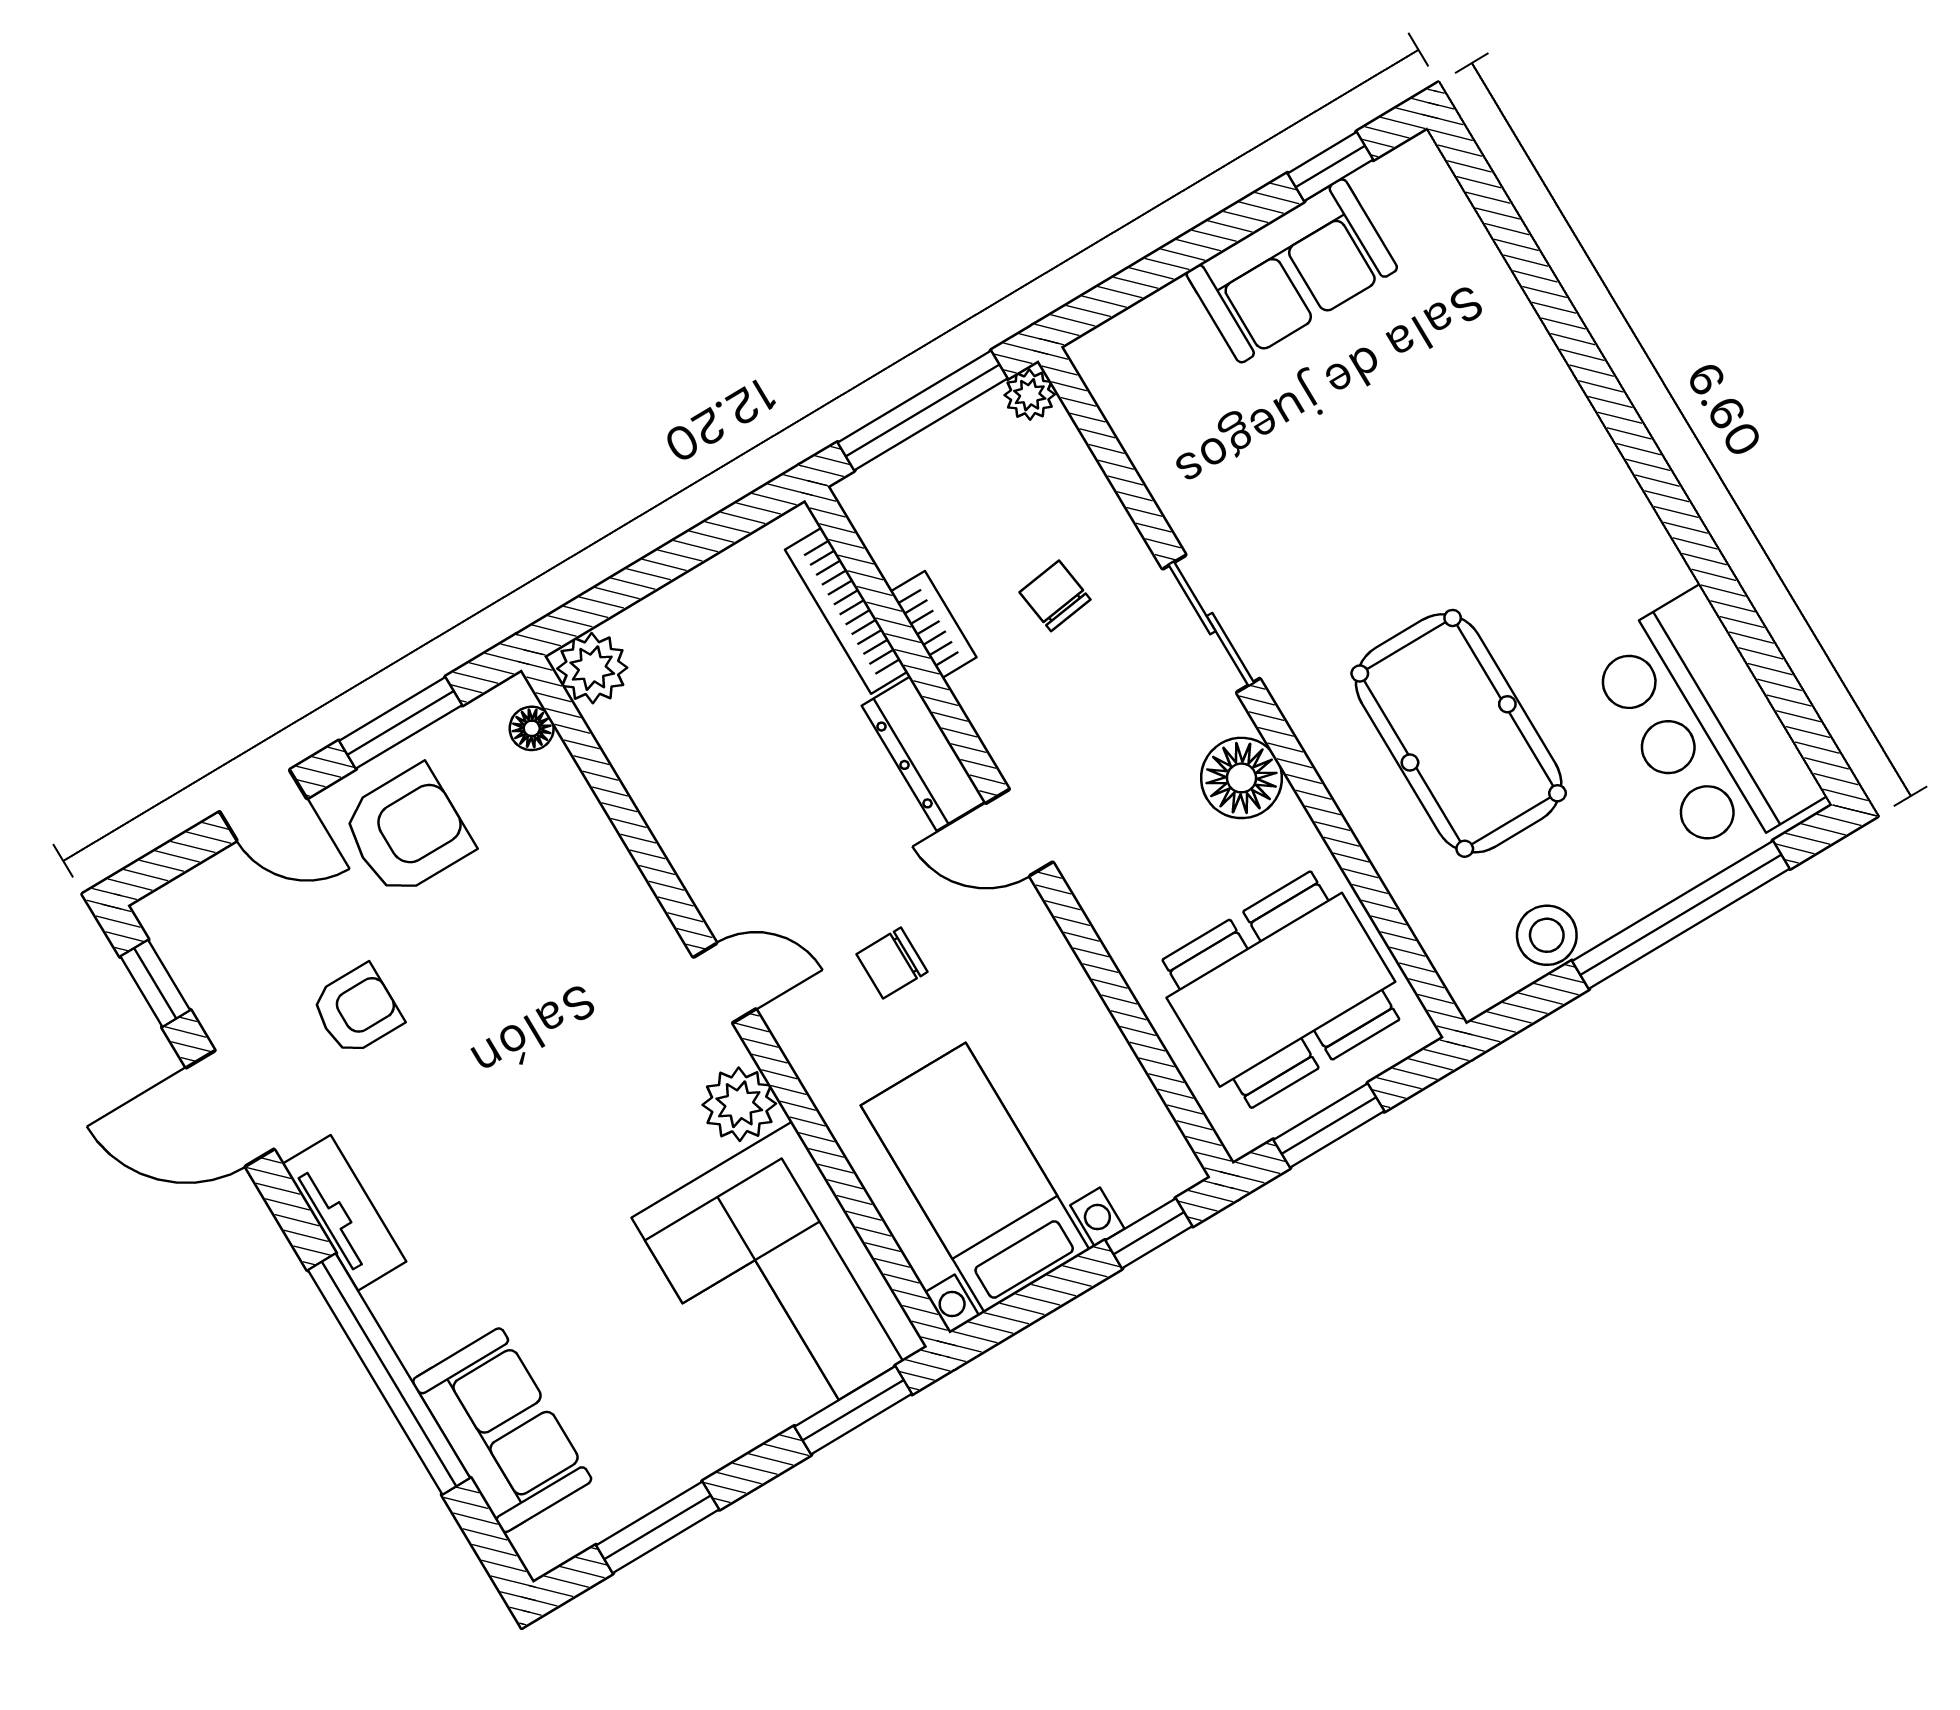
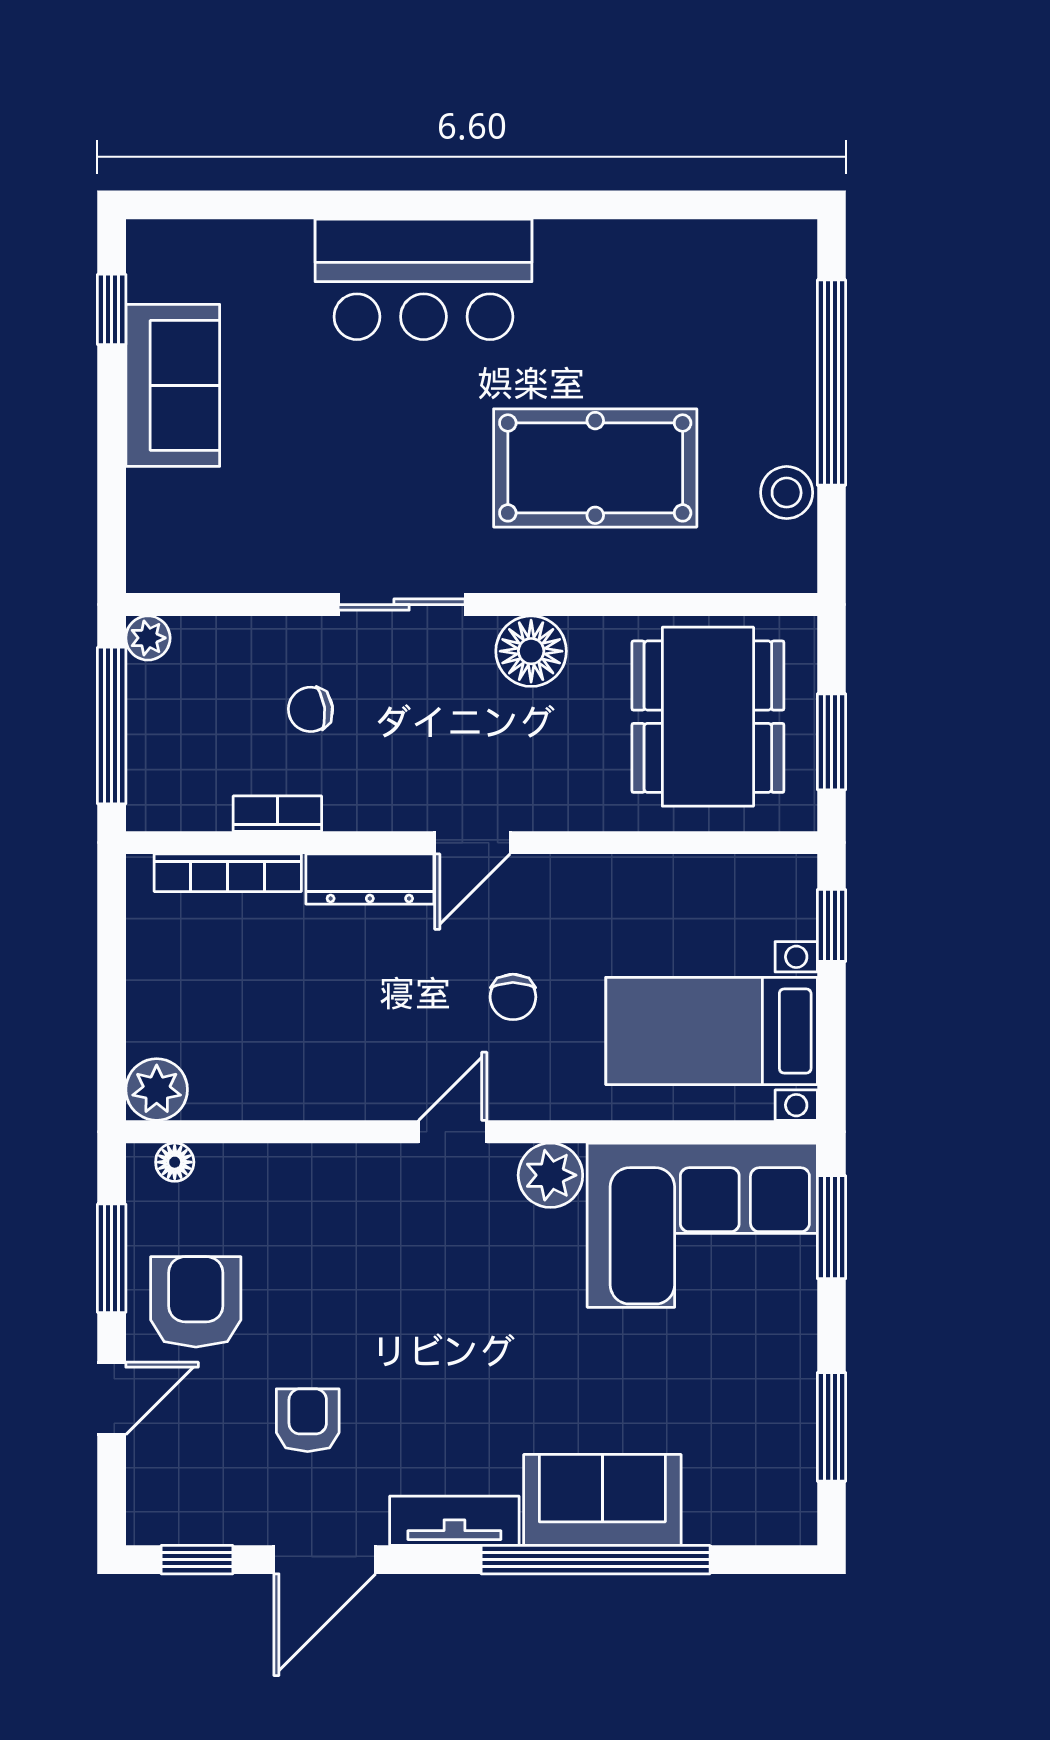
bar counter: (1705, 725) -> (423, 279), moved
sofa: (502, 1430) -> (602, 1500), moved

